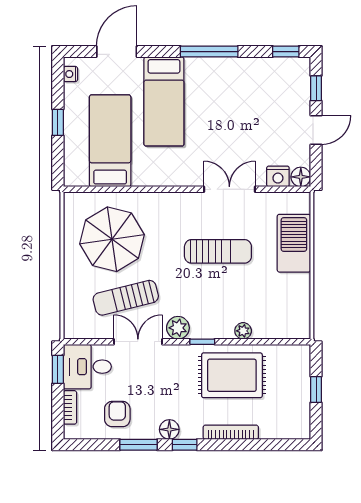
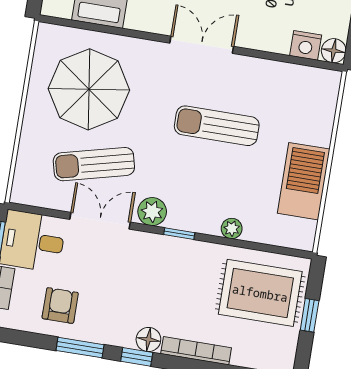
double door: (229, 189) -> (202, 45), moved
barbecue: (294, 243) -> (304, 181), moved
sun lounger: (218, 251) -> (217, 126), turned 180
rug: (232, 375) -> (260, 293), moved
floor lamp: (169, 429) -> (148, 339), moved

